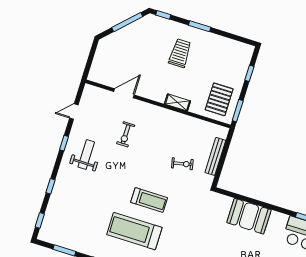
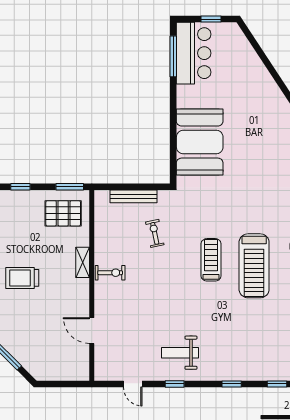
exercise bike: (126, 134) -> (110, 273), moved
booth: (249, 216) -> (200, 142), width x1.36, depth x1.42

